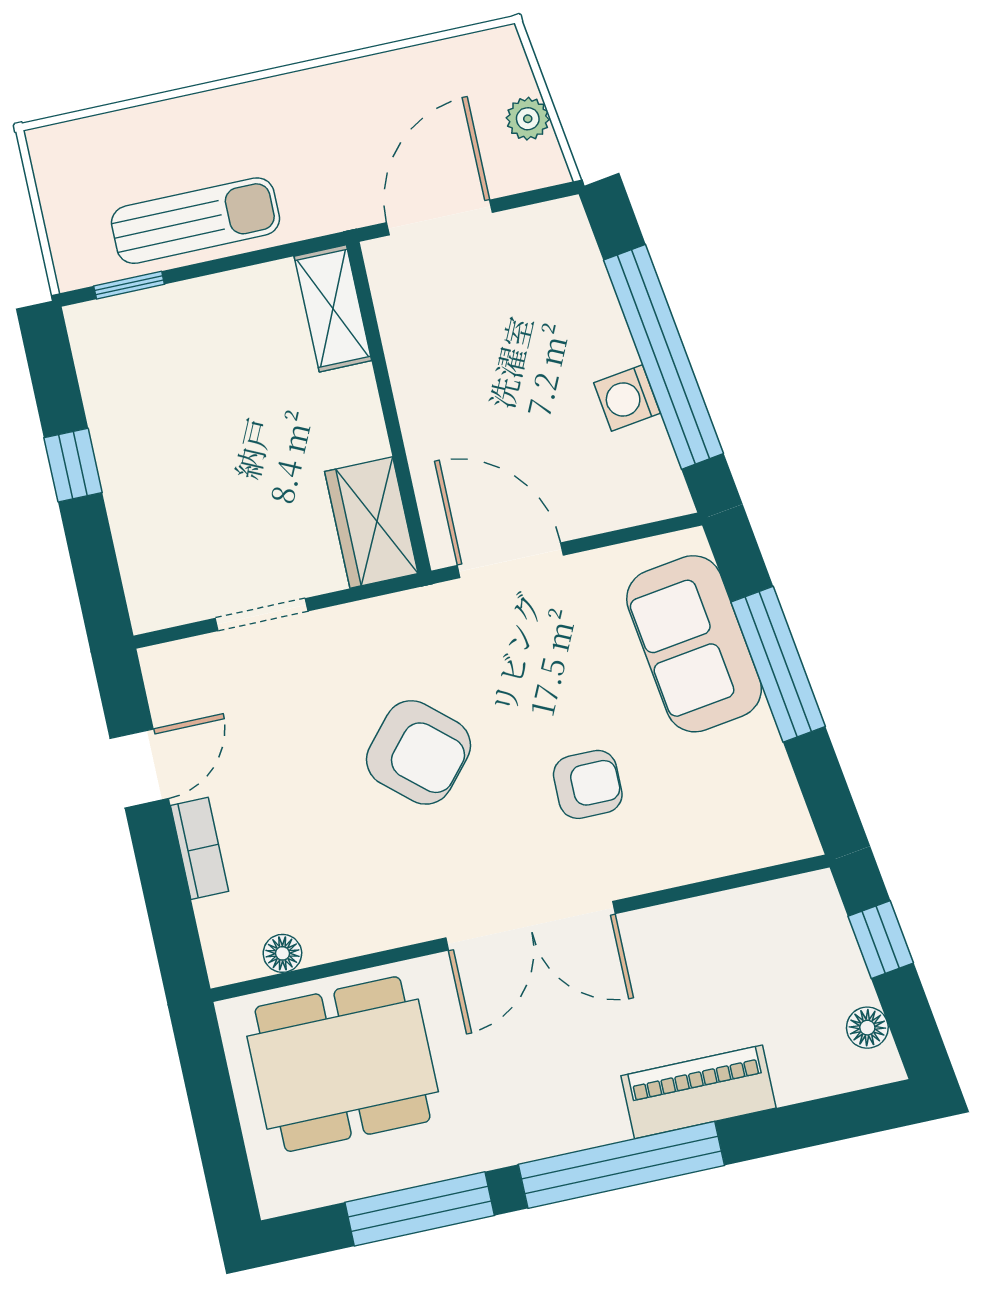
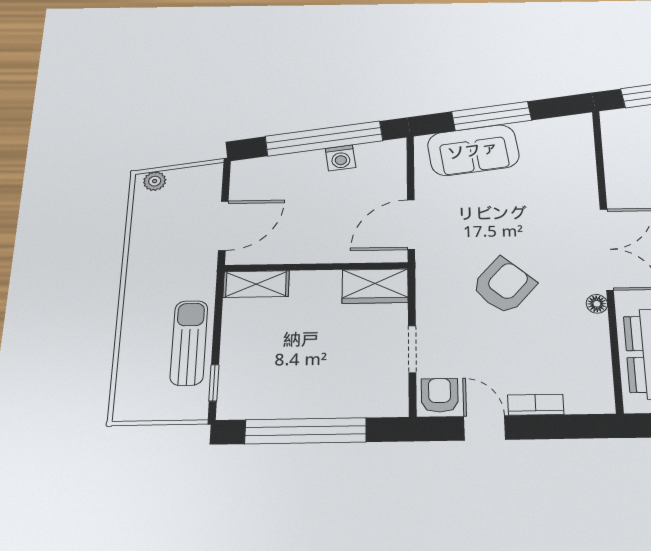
plant: (528, 119) -> (155, 181), moved
door: (440, 217) -> (223, 226), swing flipped
window: (73, 465) -> (306, 431), width x3.17
armchair: (588, 784) -> (440, 395), moved
floor lamp: (282, 953) -> (597, 304), moved

